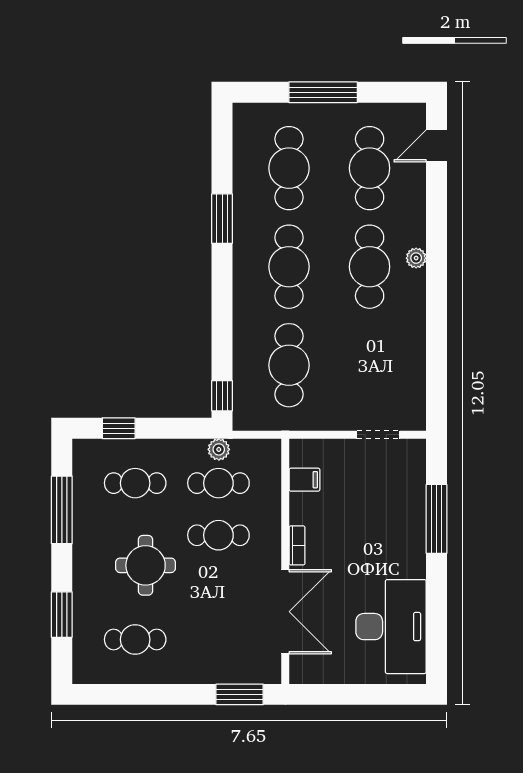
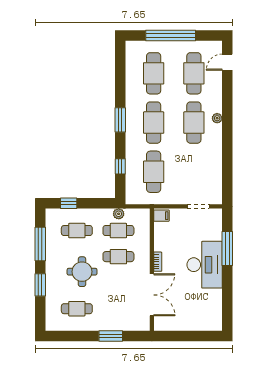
window: (323, 92) -> (171, 35), width x1.46
window: (222, 219) -> (120, 120), moved
window: (222, 396) -> (120, 166), moved
filing cabinet: (305, 480) -> (161, 216), moved
window: (62, 615) -> (40, 285), moved
desk: (391, 627) -> (205, 265), moved
window: (240, 694) -> (111, 336), moved

